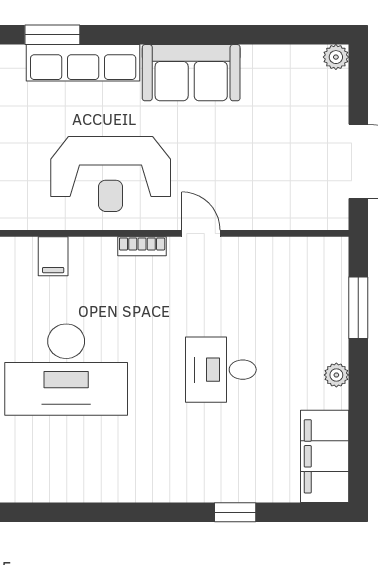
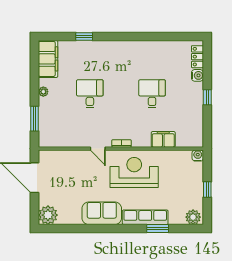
plant: (336, 57) -> (48, 215), width x1.88, depth x1.88
filing cabinet: (53, 256) -> (163, 139), width x2.00
desk: (66, 370) -> (152, 94), width x0.53, depth x0.77
desk: (221, 370) -> (90, 94), turned -90

